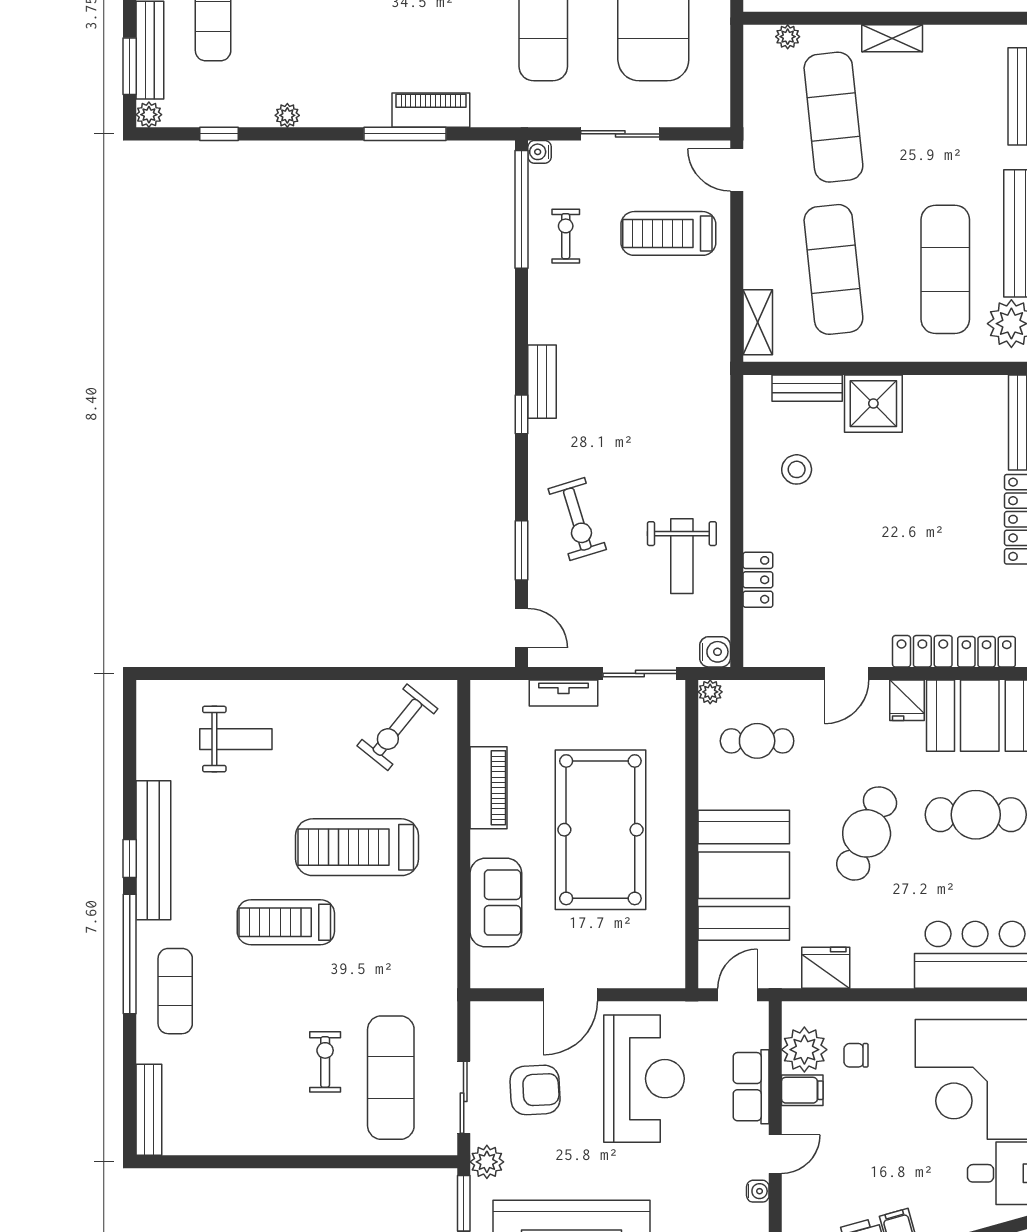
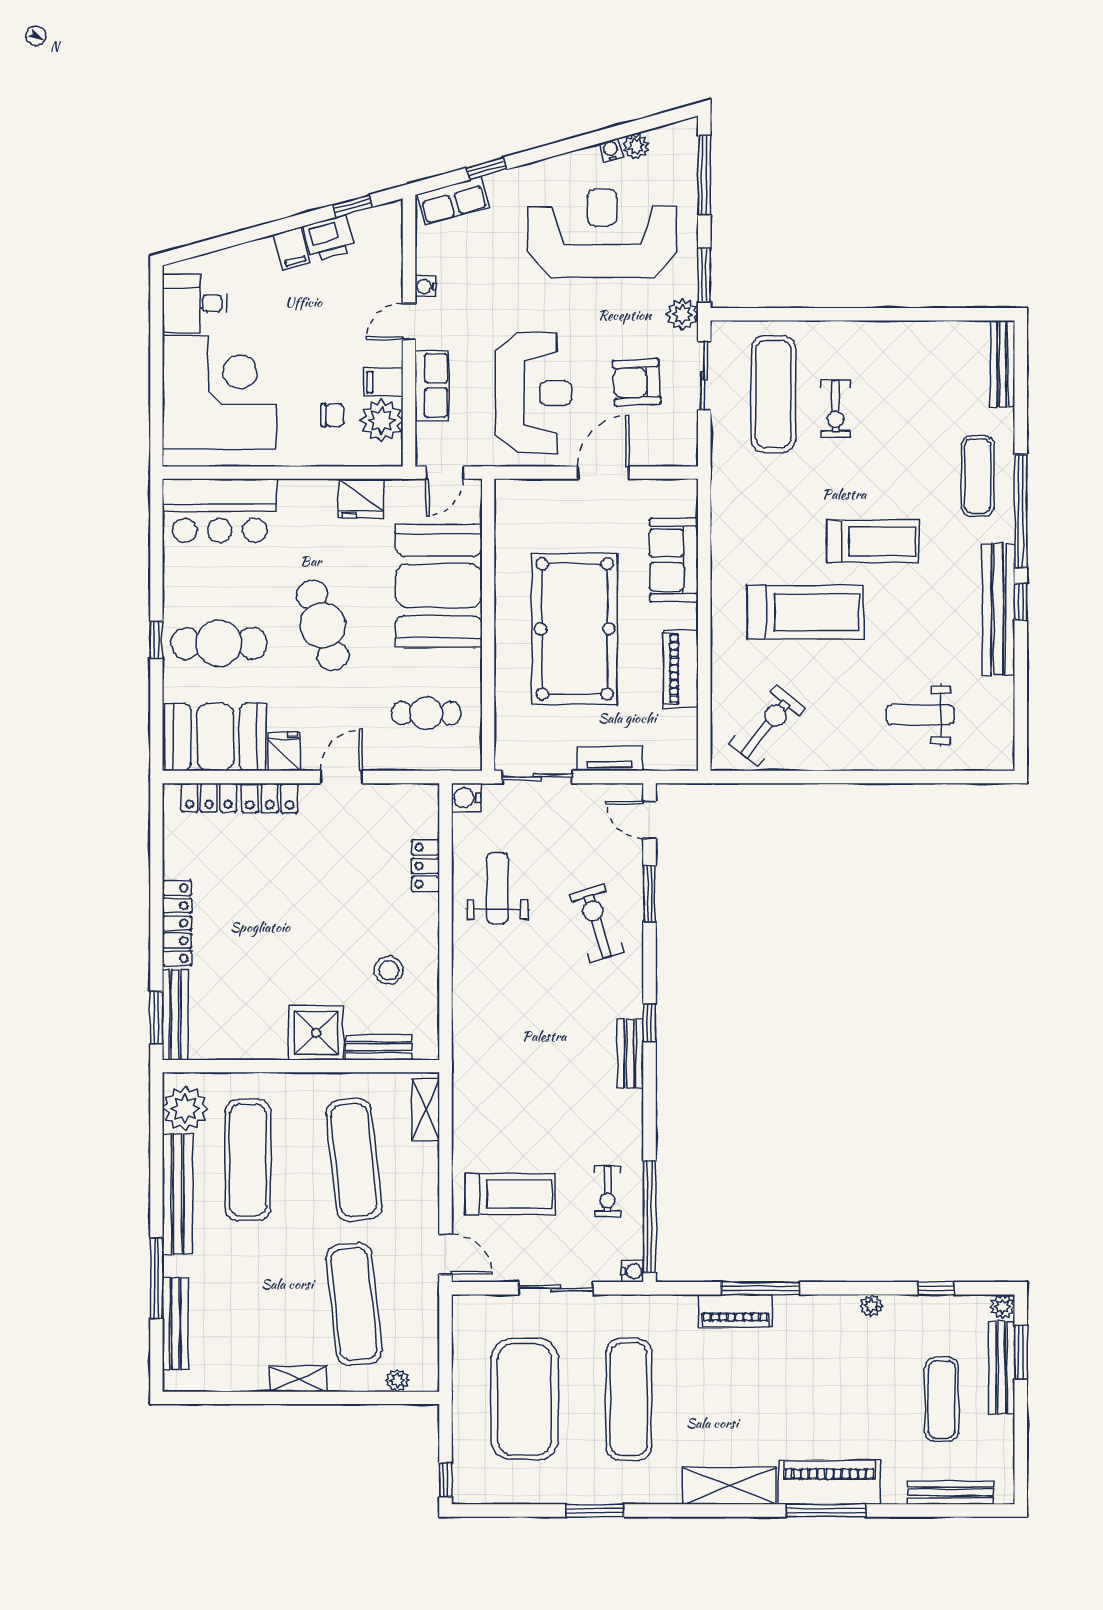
plant: (710, 692) -> (471, 760), removed
cafe table: (867, 833) -> (323, 625), turned -42
reception desk: (644, 1079) -> (533, 393), turned 180

